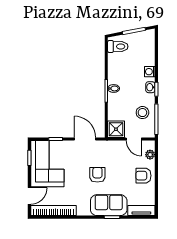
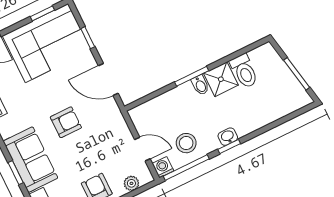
toilet: (118, 46) -> (244, 71), moved
washing machine: (150, 72) -> (163, 167), moved
shower: (116, 129) -> (221, 79), moved
door: (85, 139) -> (108, 79), swing flipped
door: (134, 139) -> (142, 149), swing flipped

